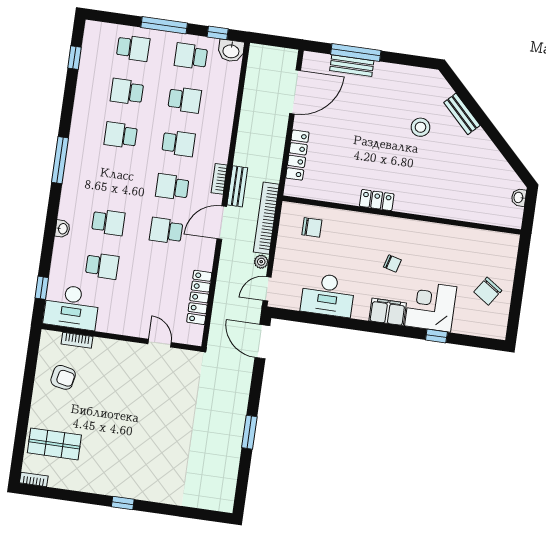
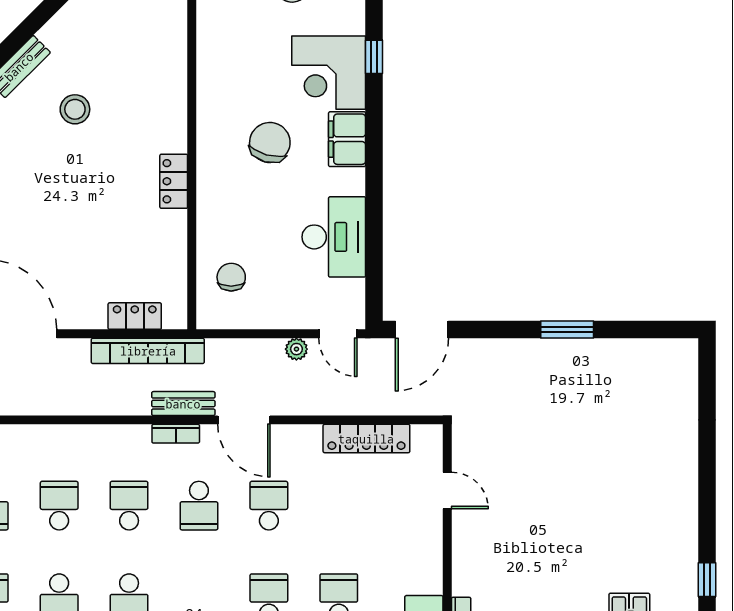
stool: (421, 127) -> (75, 109), moved
locker: (297, 155) -> (135, 316), width x0.66
bookcase: (266, 218) -> (148, 351), moved
school desk: (166, 231) -> (269, 506), turned 180
chair: (392, 263) -> (270, 143), width x1.87, depth x1.87
door: (160, 343) -> (447, 490), swing flipped
window: (123, 503) -> (707, 580), moved

